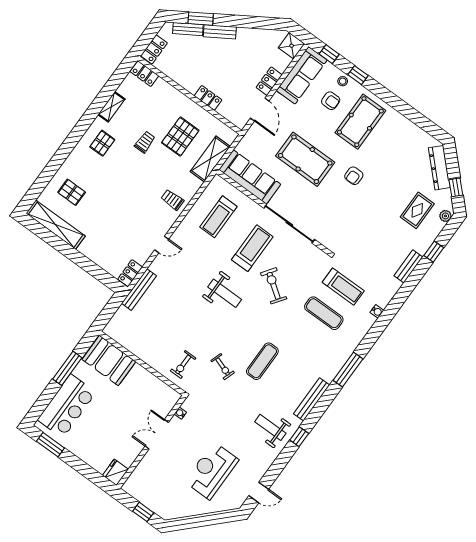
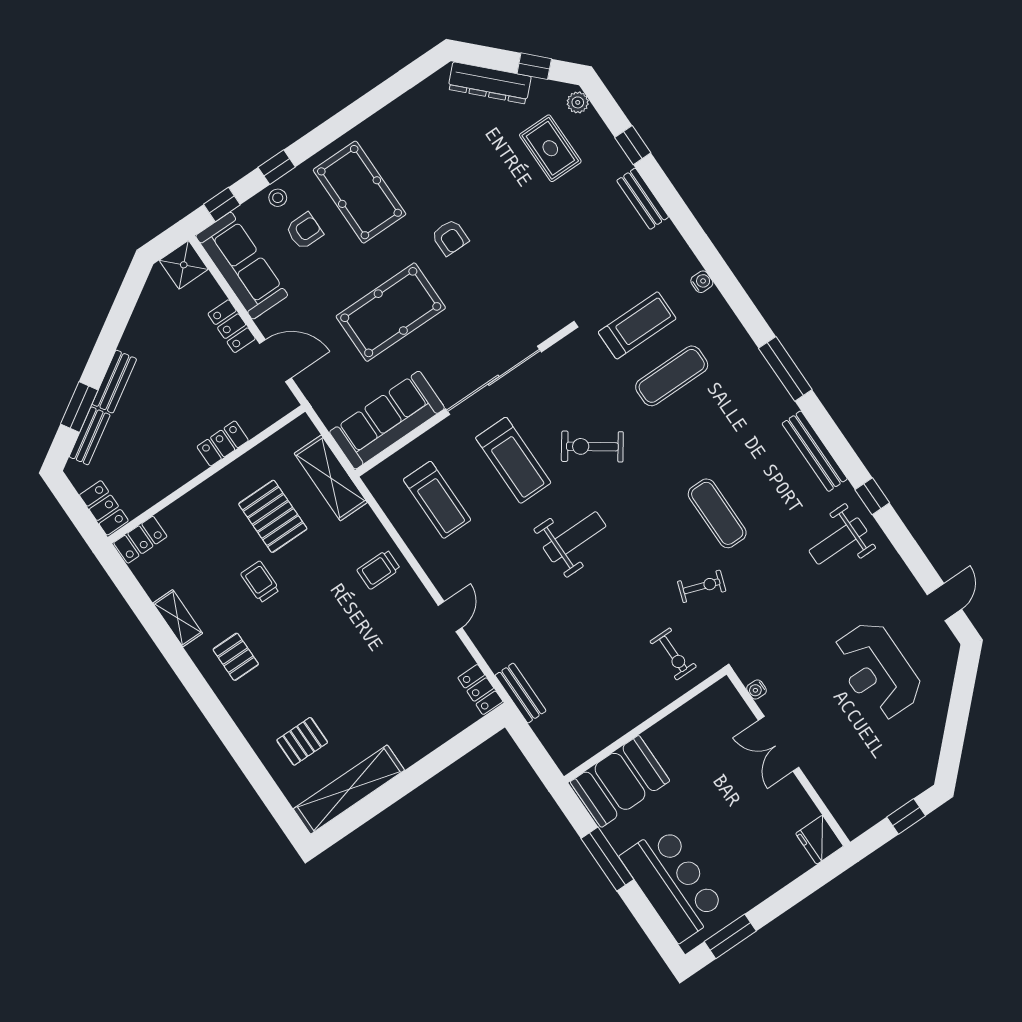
treadmill: (252, 248) -> (513, 460), turned 180
bench: (139, 290) -> (521, 693), width x0.73

